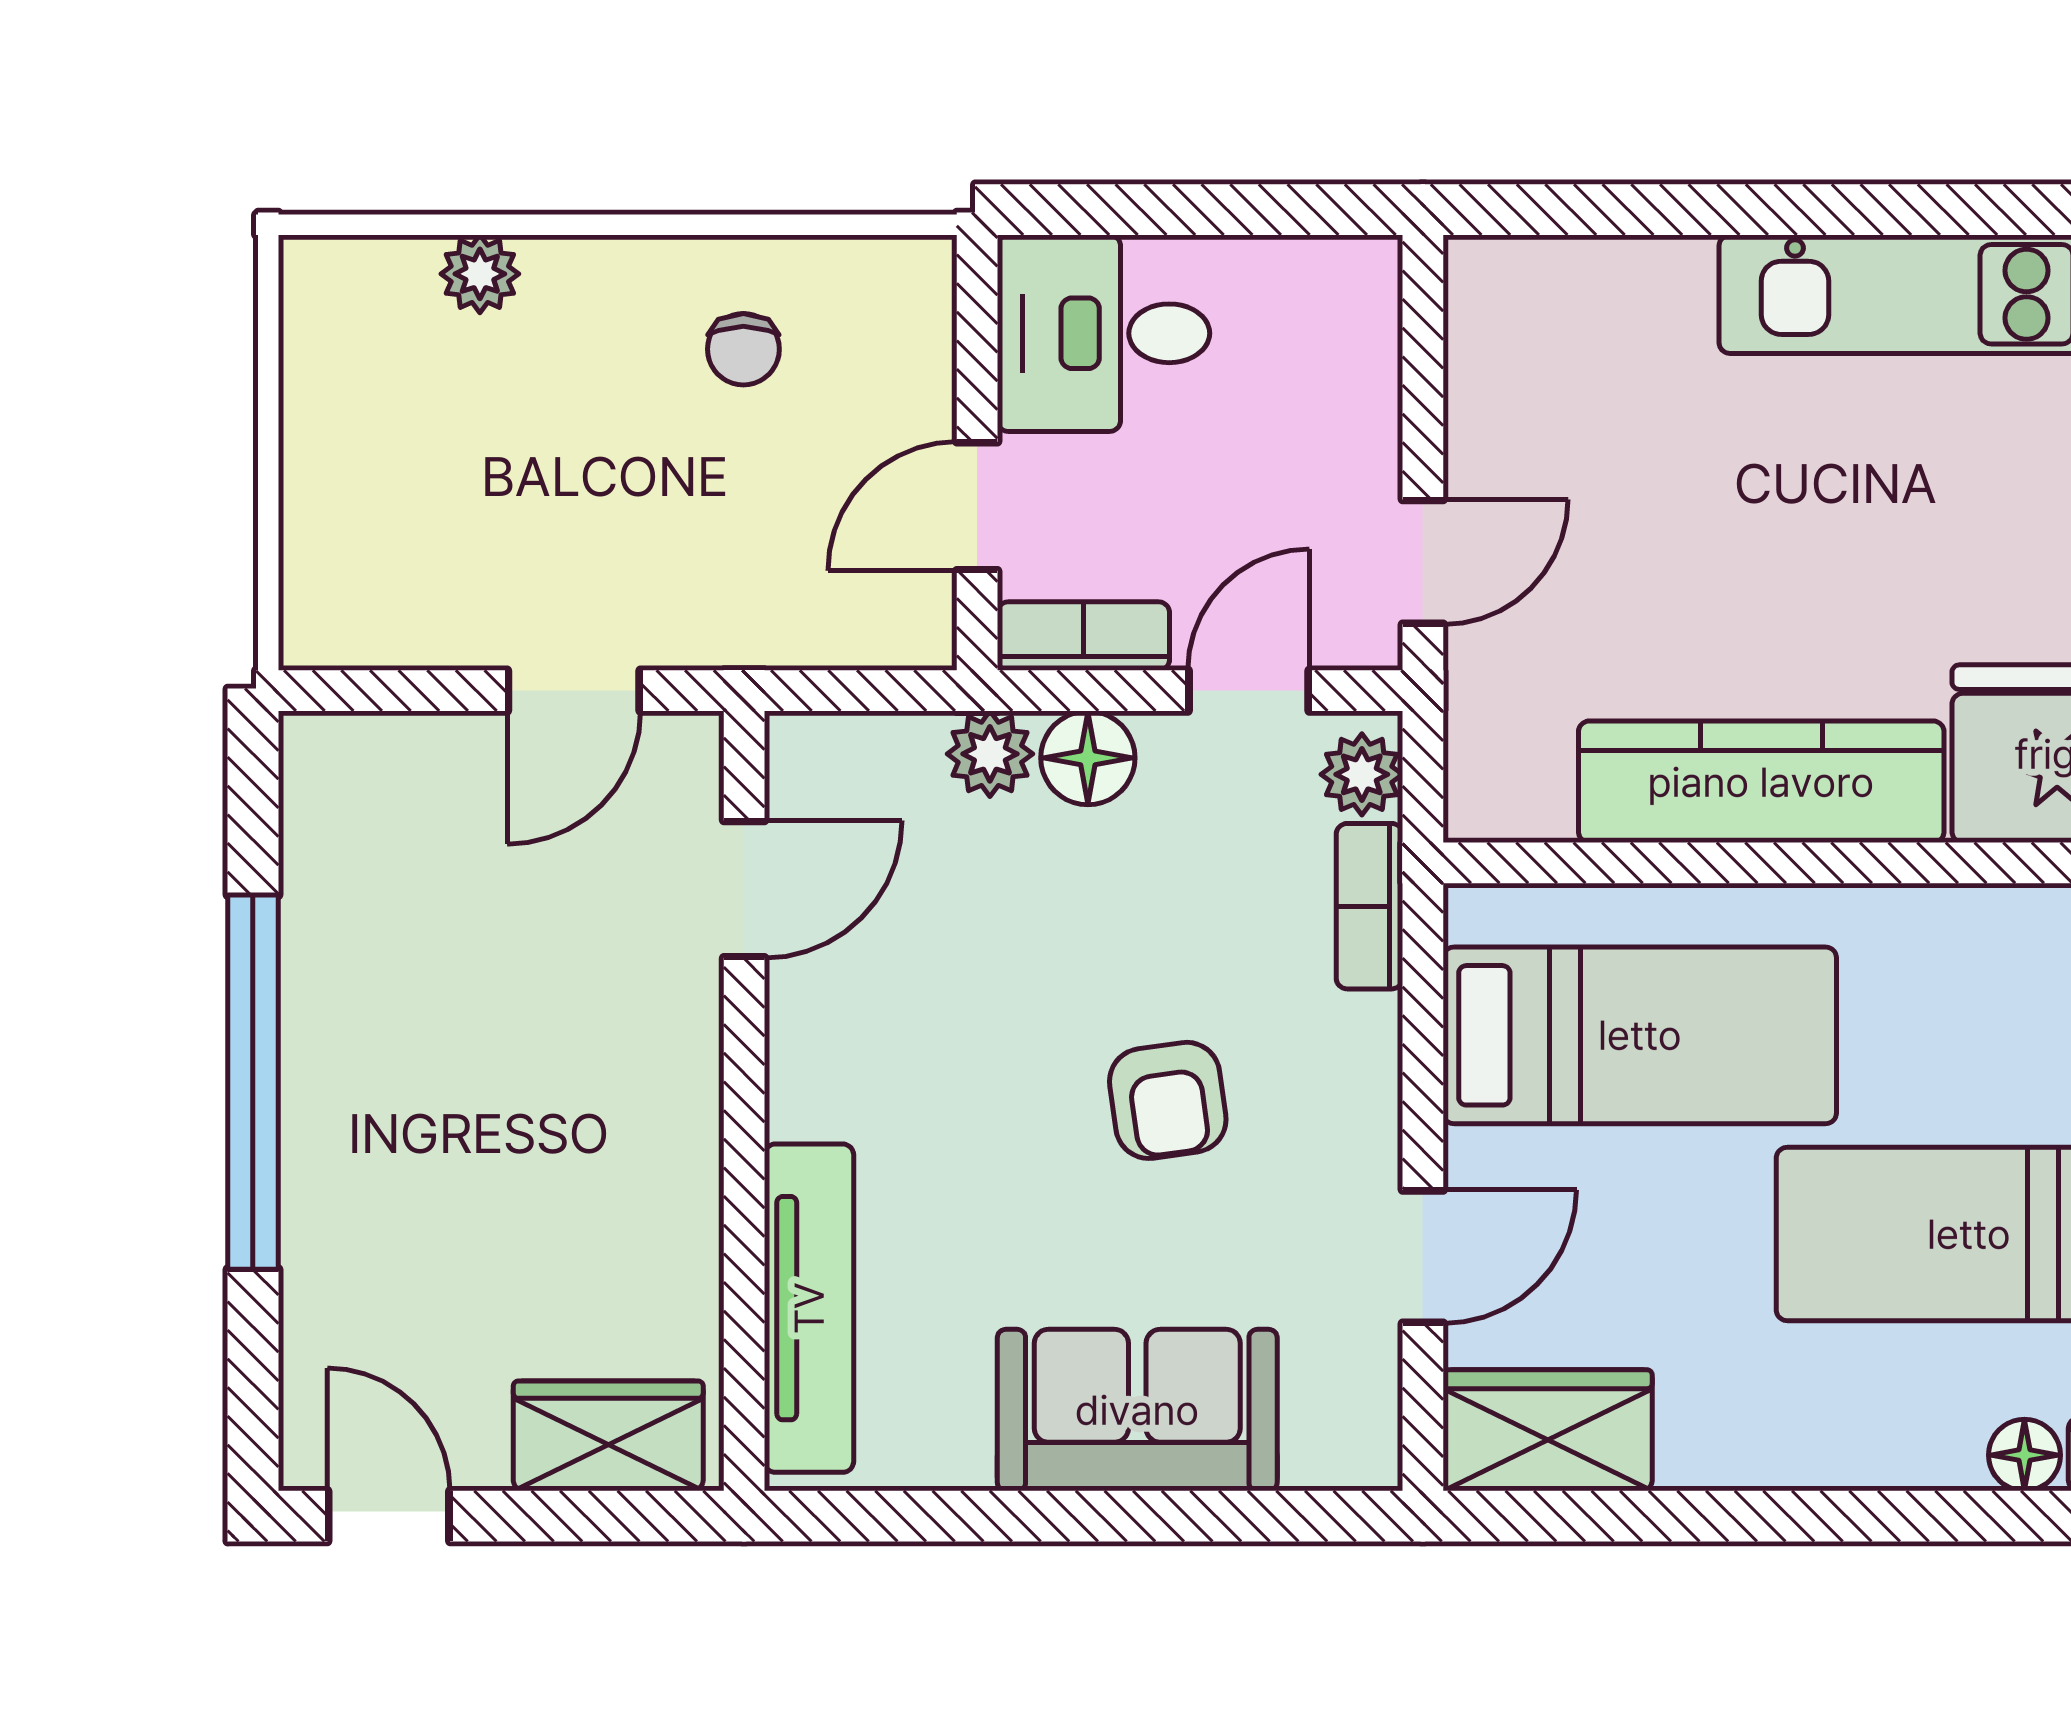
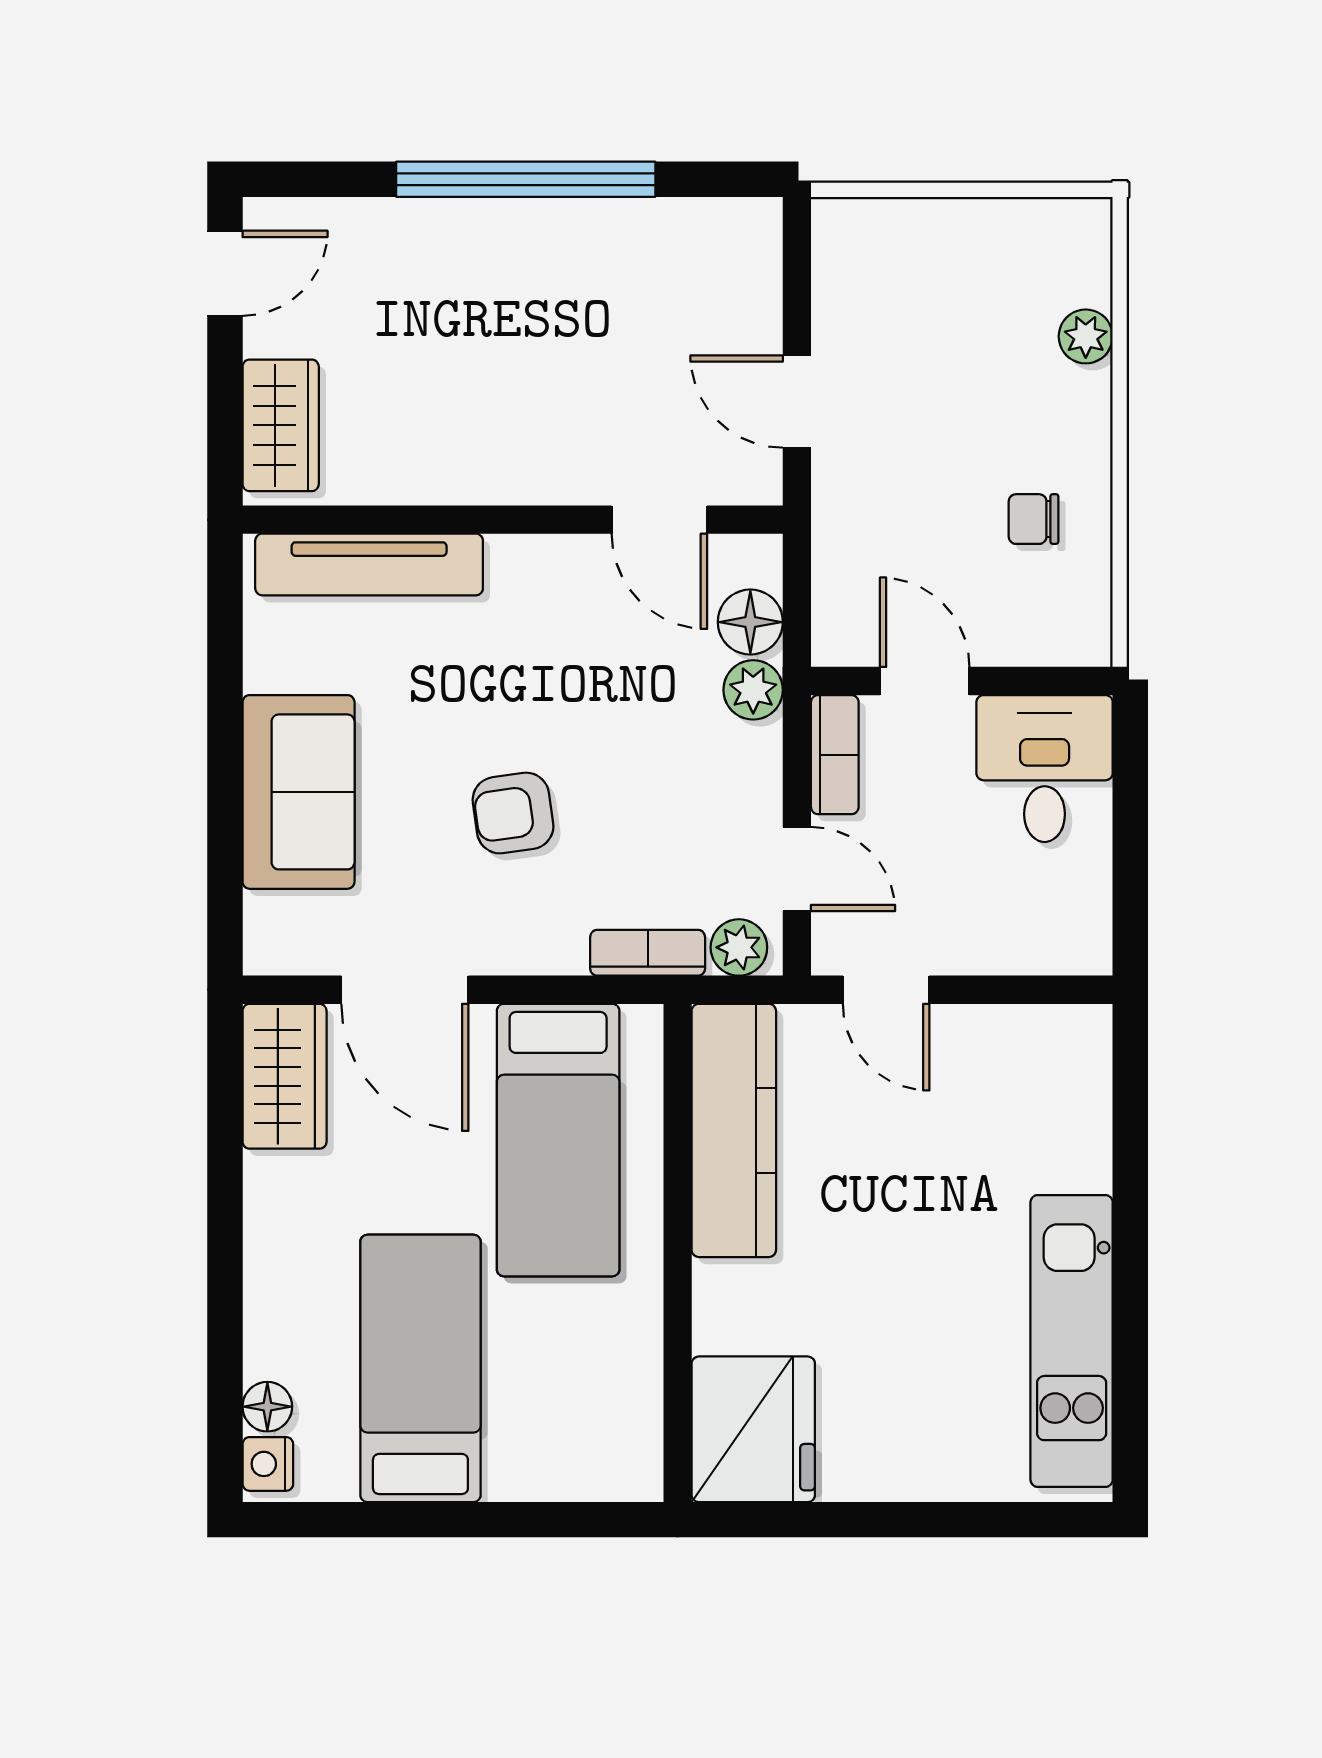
floor lamp: (1088, 758) -> (750, 622), moved
kitchen counter: (1761, 782) -> (734, 1130), moved
door: (1423, 1257) -> (405, 990), width x1.38

